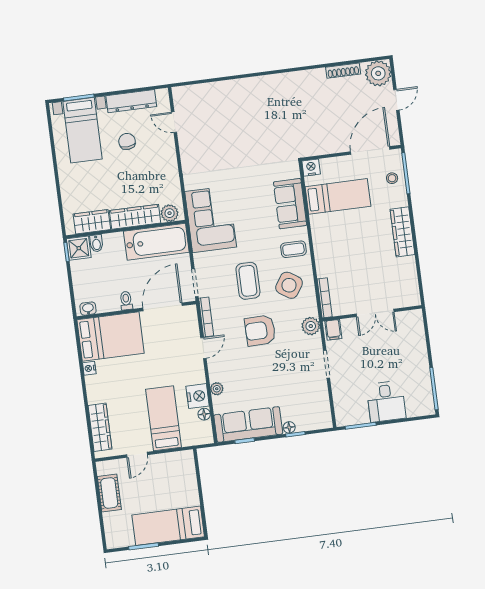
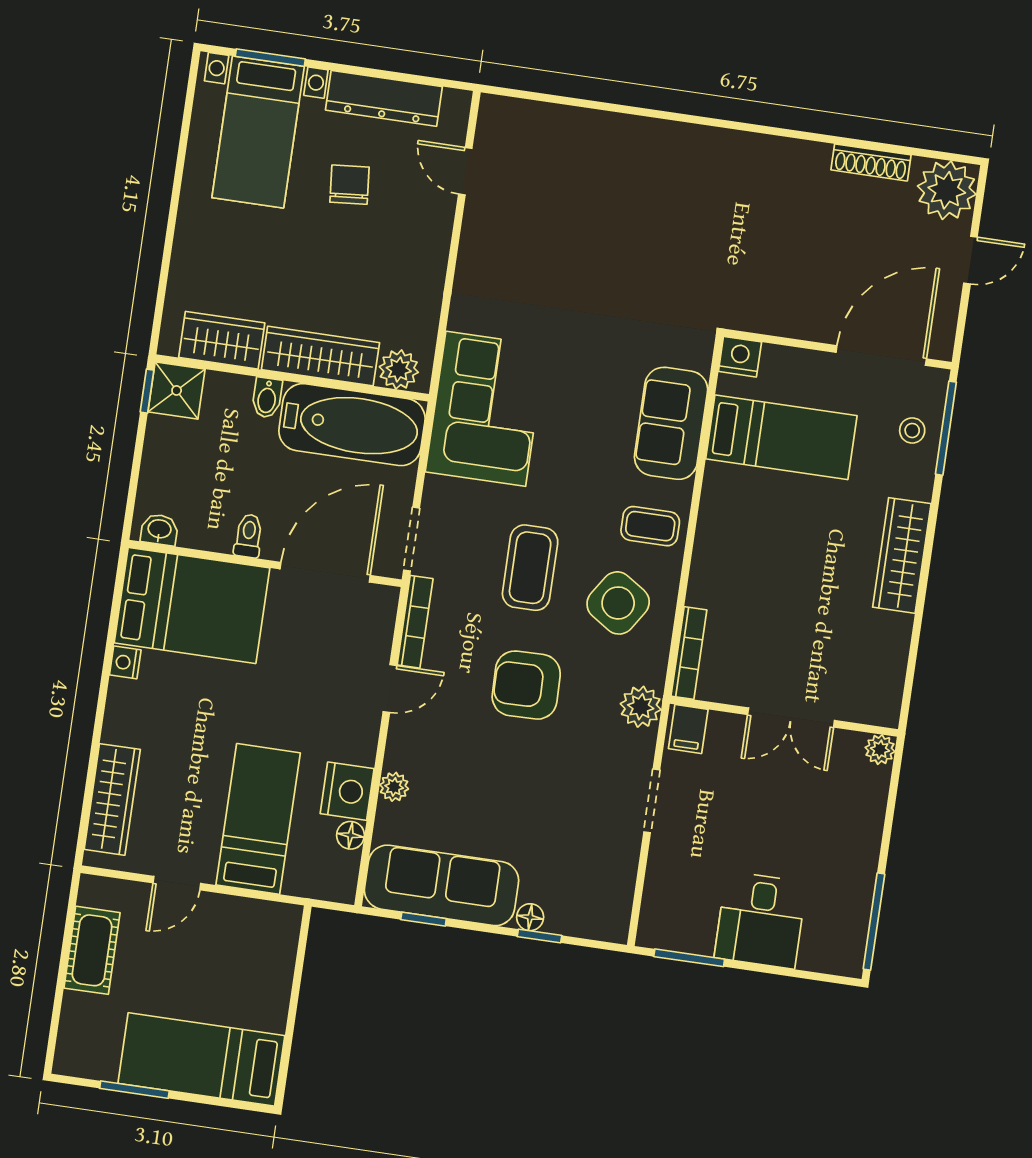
bidet: (96, 243) -> (267, 398), moved
plant: (416, 316) -> (880, 750), added

